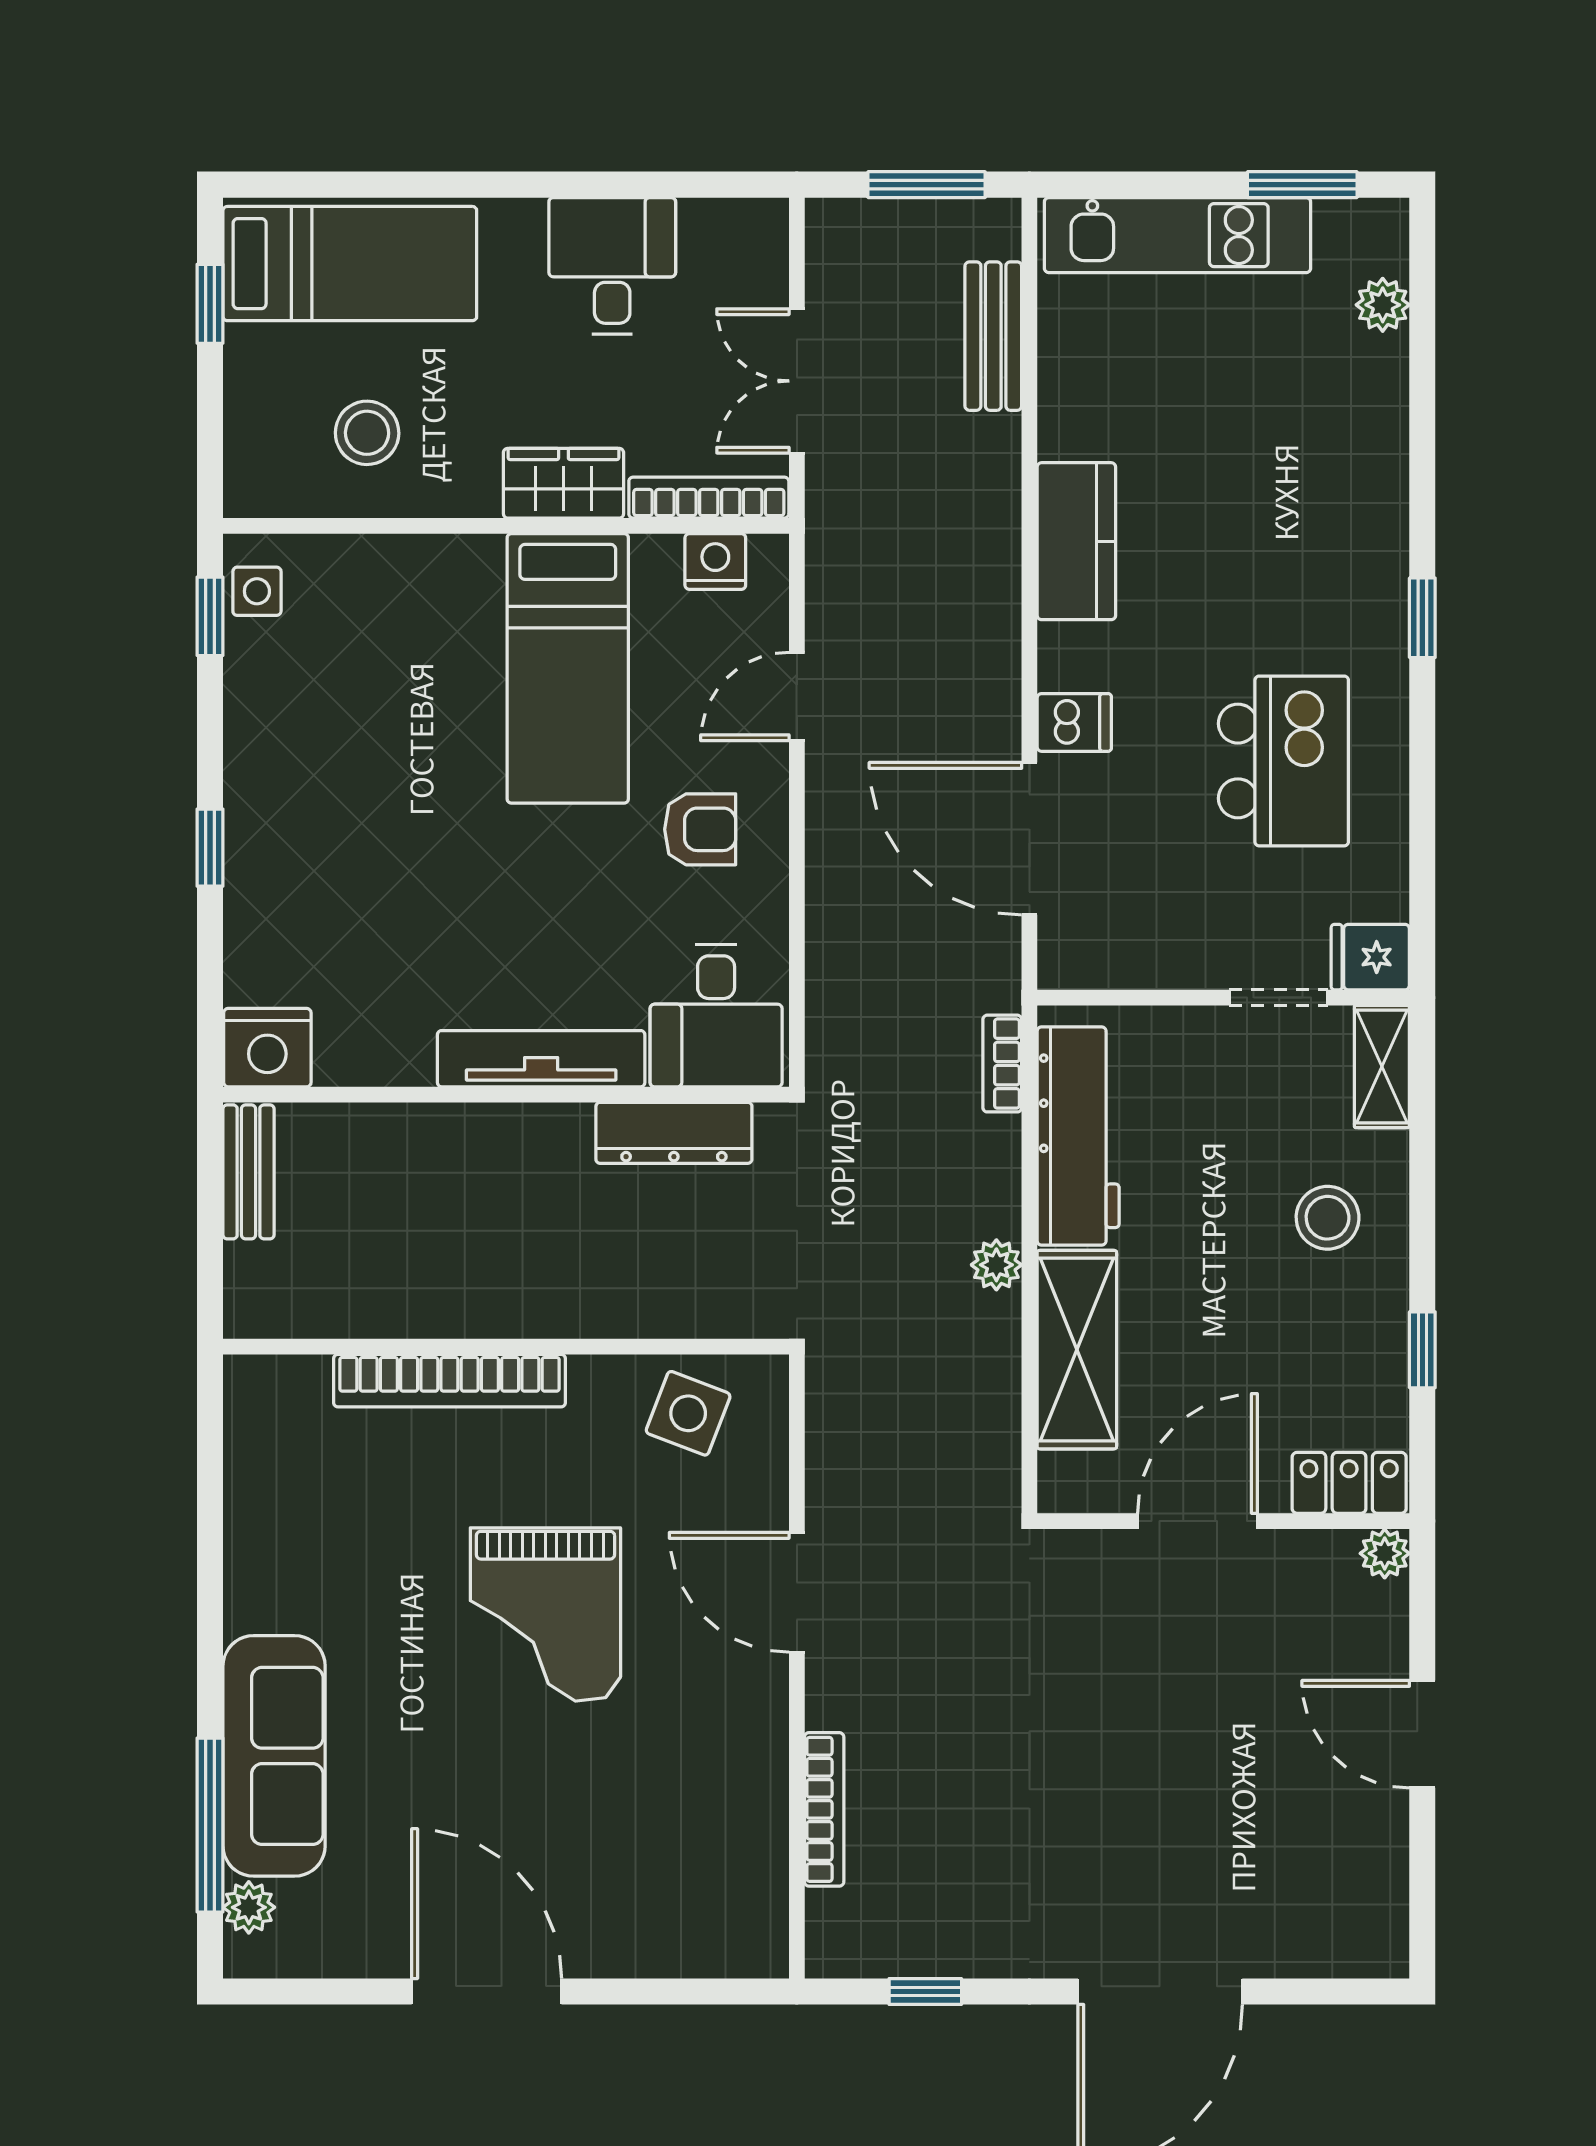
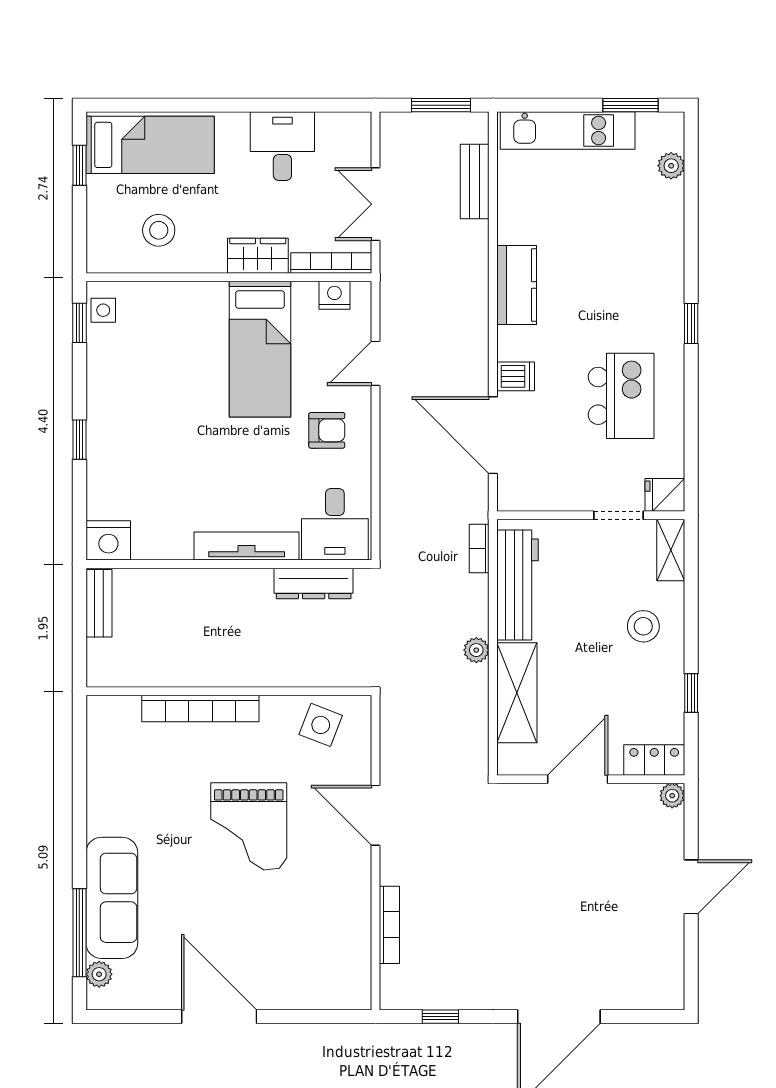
door: (1422, 1734) -> (691, 887), swing flipped

